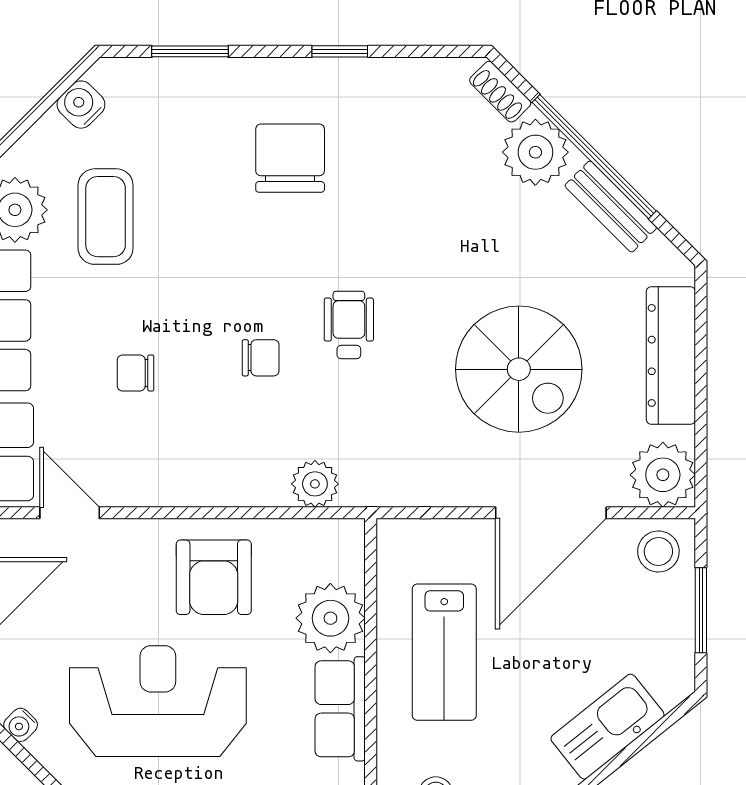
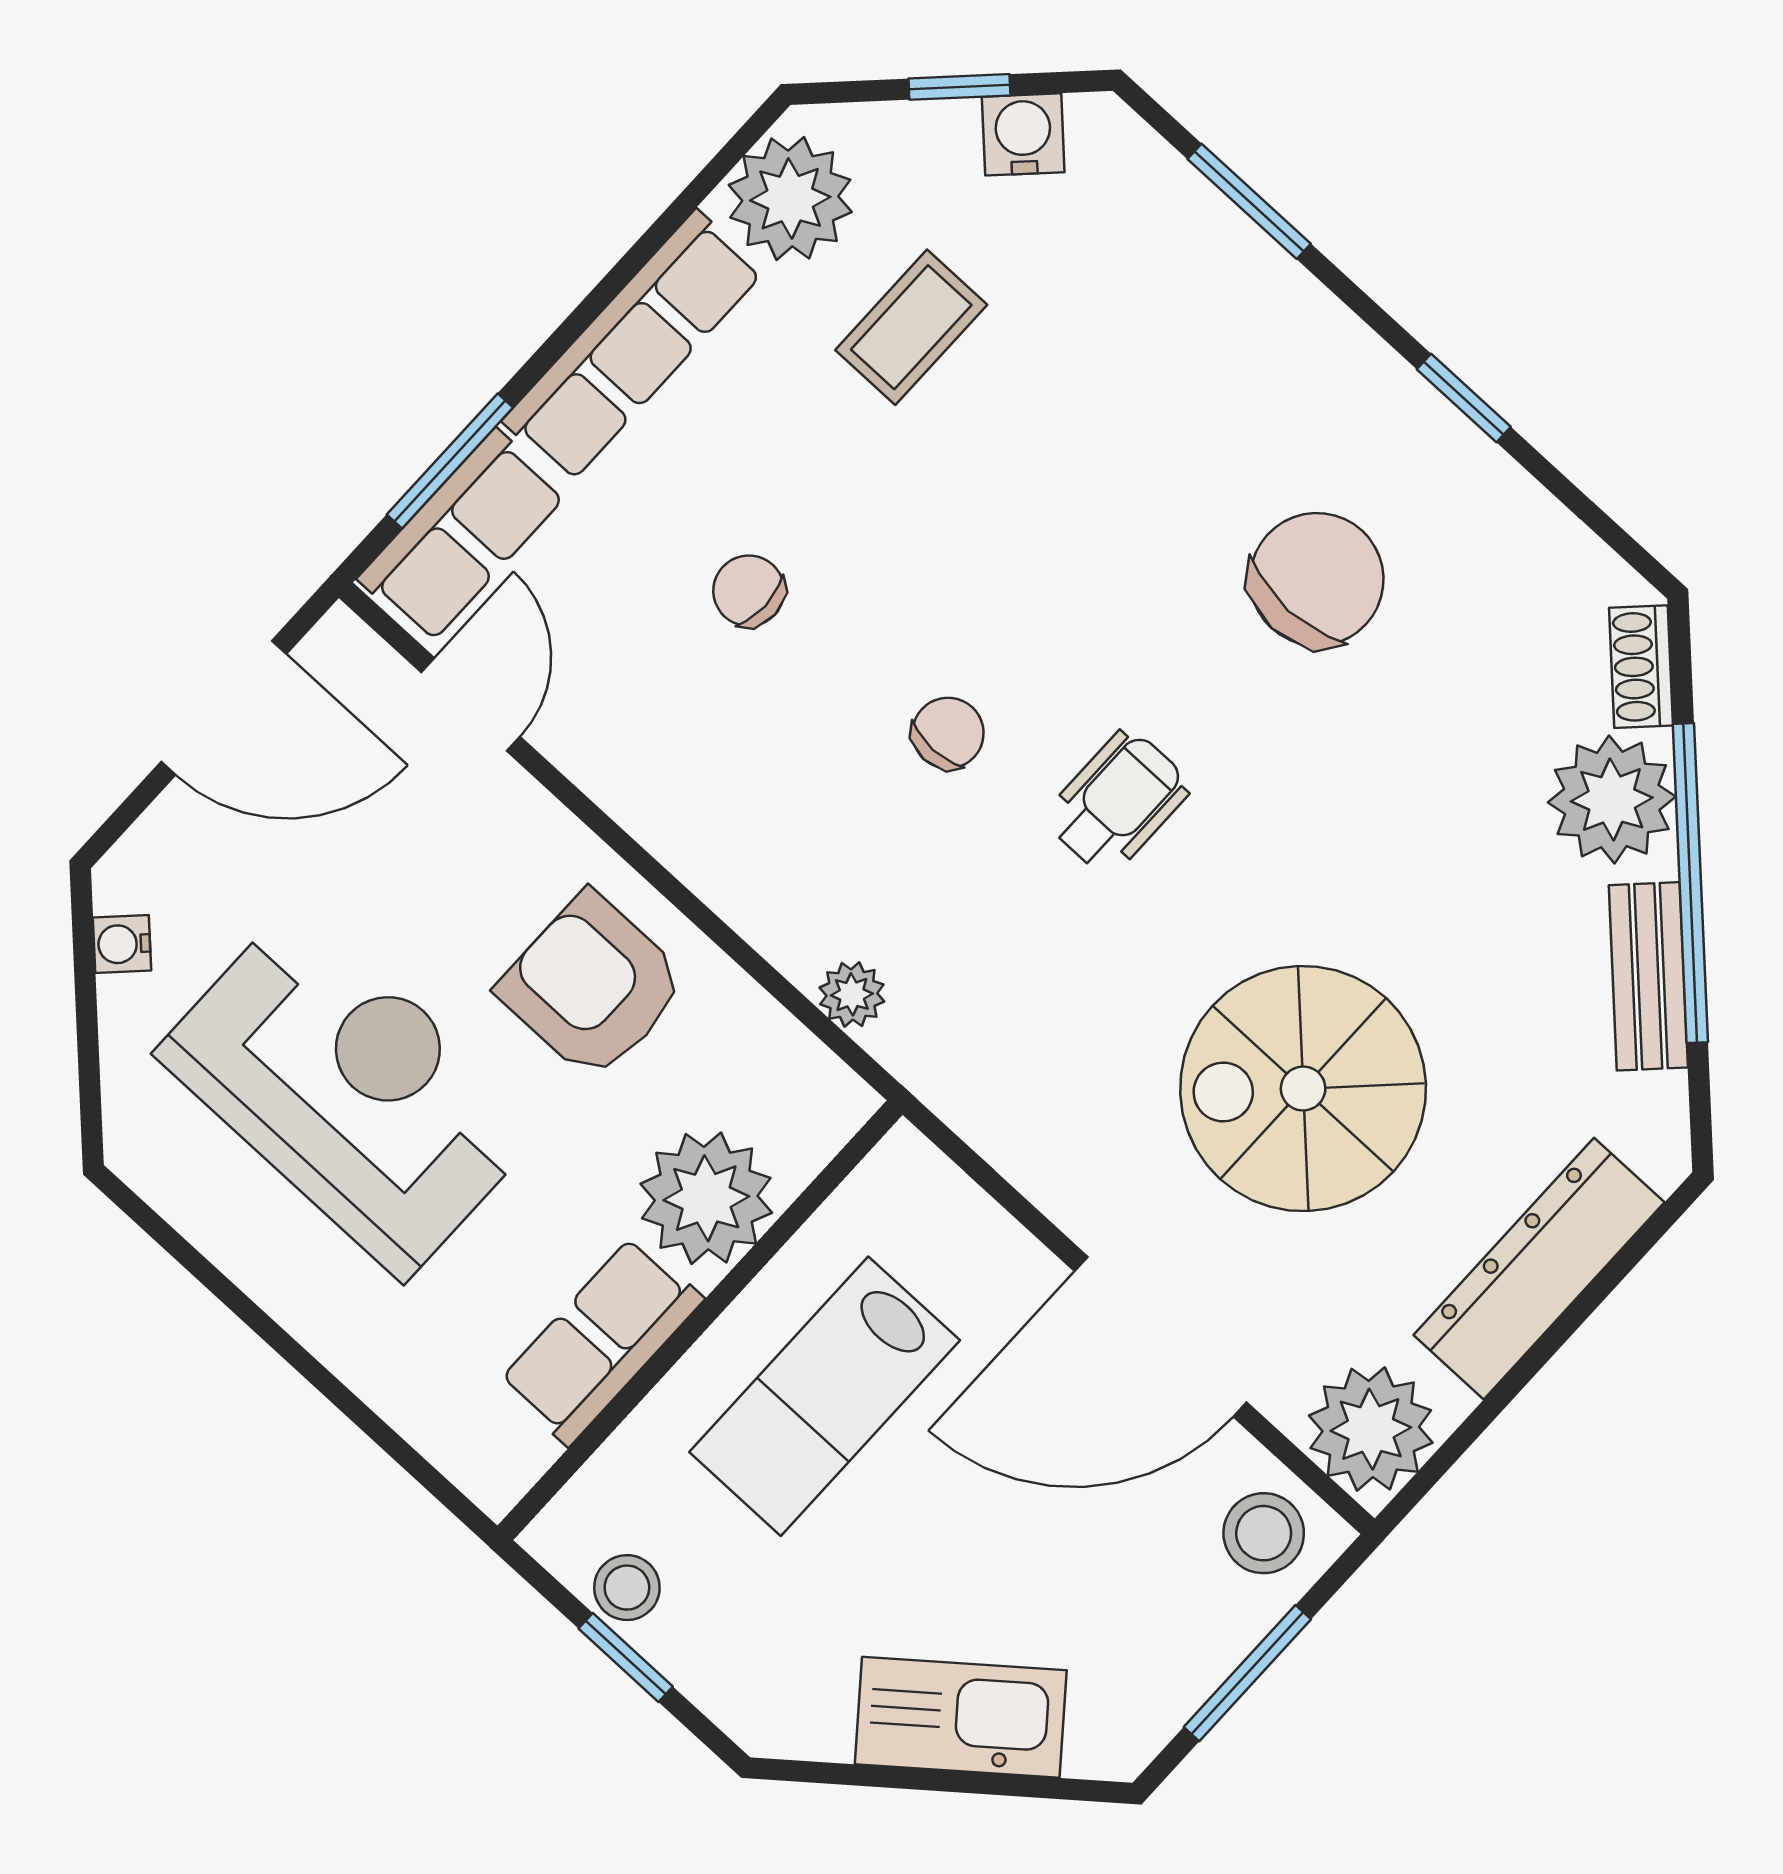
window: (40, 109) -> (959, 87), added
chair: (290, 158) -> (1317, 579), moved
coffee table: (106, 217) -> (911, 327), width x0.73, depth x0.77
chair: (261, 358) -> (948, 733), turned -90
spiral stairs: (519, 369) -> (1303, 1089), turned 90
plant: (315, 484) -> (852, 994), width x0.73, depth x0.73
armchair: (214, 577) -> (593, 986), turned 90

